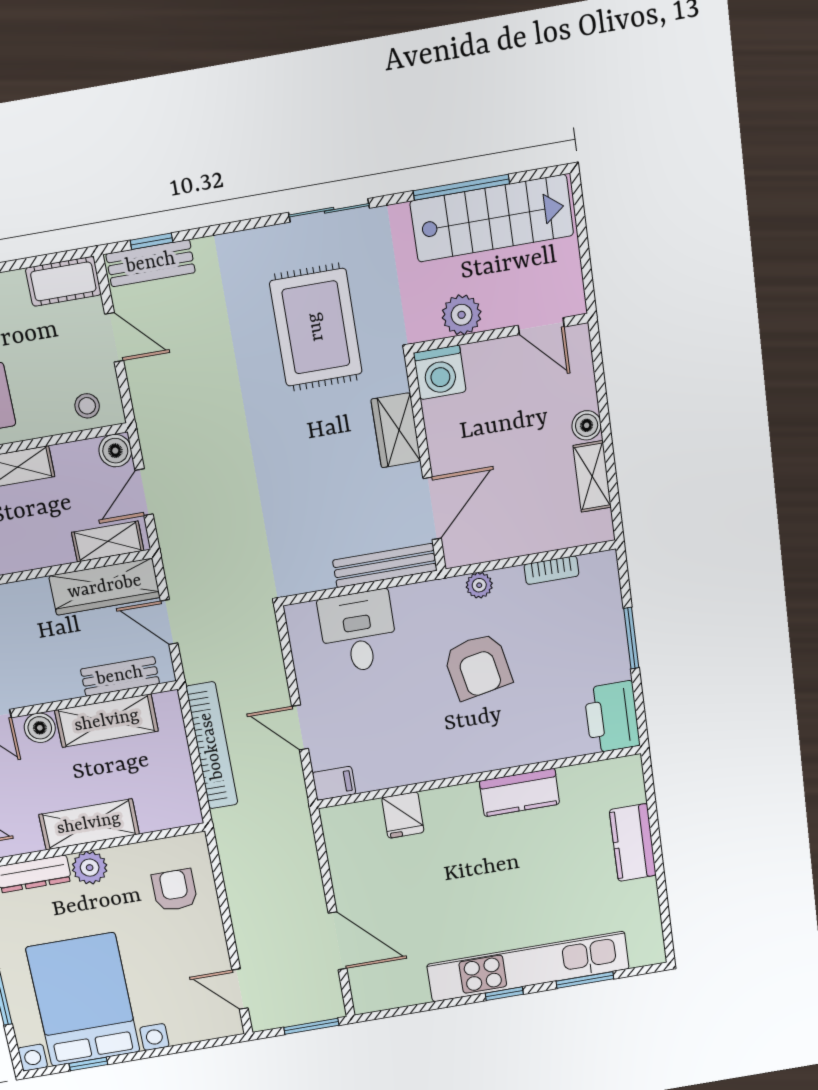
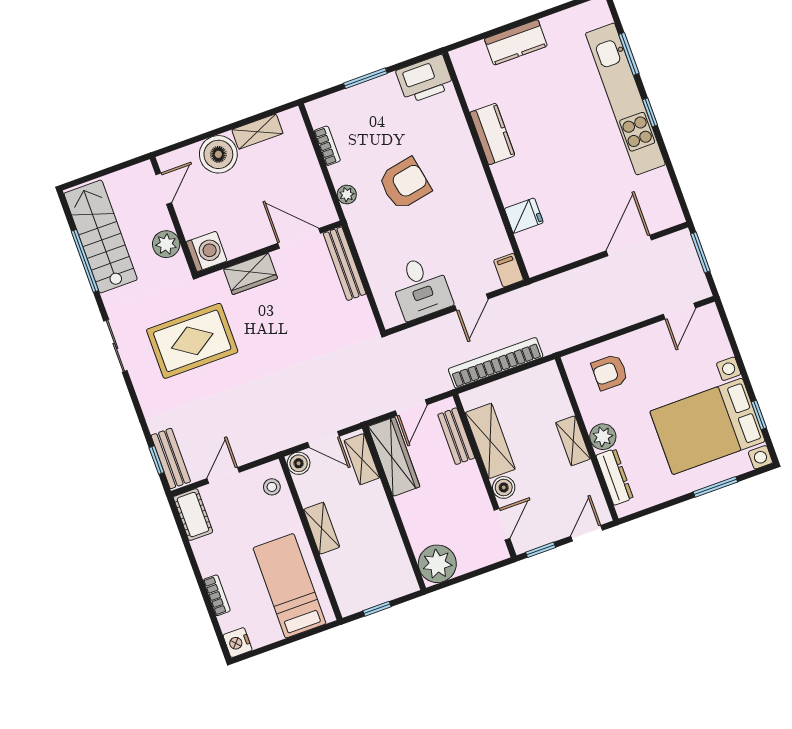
boiler: (587, 425) -> (218, 154), width x1.86, depth x1.86
desk: (358, 632) -> (421, 288), moved, turned -90
shelving: (89, 824) -> (573, 441), width x0.67, depth x0.75

